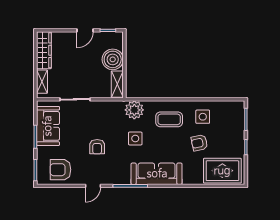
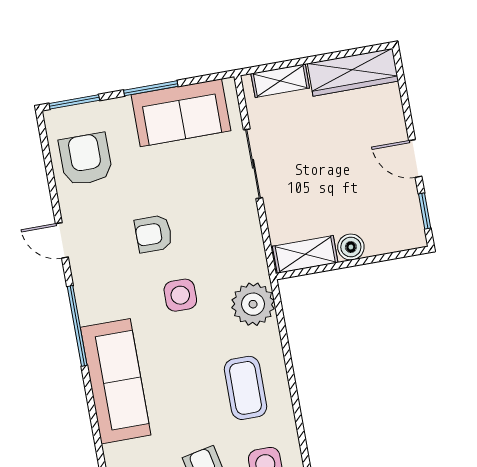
boiler: (113, 59) -> (351, 247), width x0.54, depth x0.54
side table: (135, 138) -> (180, 295), moved

